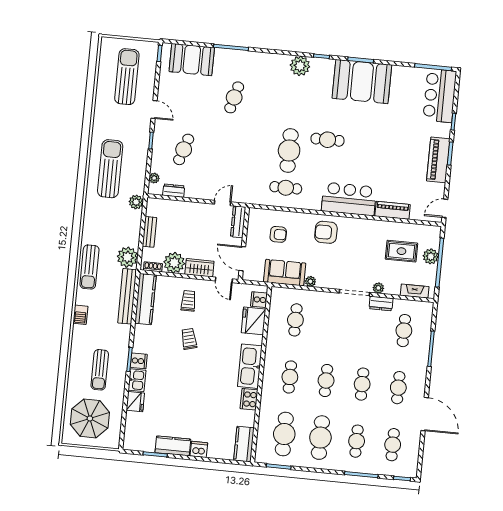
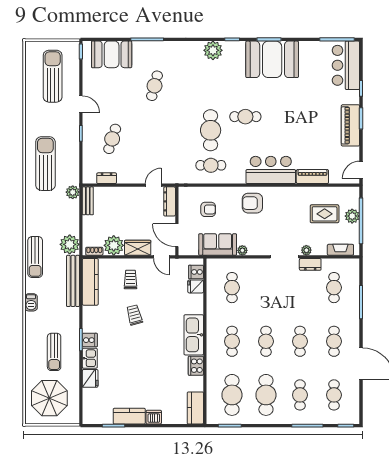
plant: (154, 178) -> (87, 168), removed
bench: (149, 232) -> (88, 201), moved
fridge: (254, 321) -> (196, 286), width x0.53, depth x0.75

